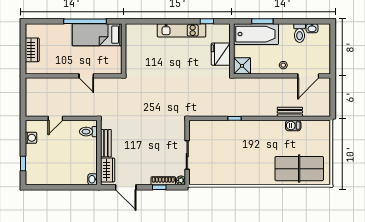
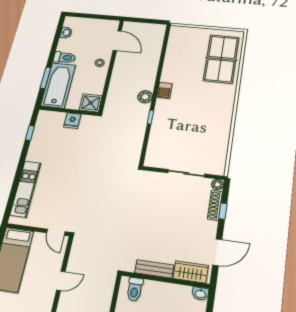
kitchen unit: (182, 30) -> (25, 189), moved
toilet: (300, 33) -> (64, 58), moved
fridge: (221, 54) -> (72, 121), width x0.53, depth x0.75
door: (124, 63) -> (56, 232), added
plant: (254, 110) -> (145, 97), added
bench: (290, 112) -> (154, 62), removed
barbecue: (293, 126) -> (164, 90), moved

